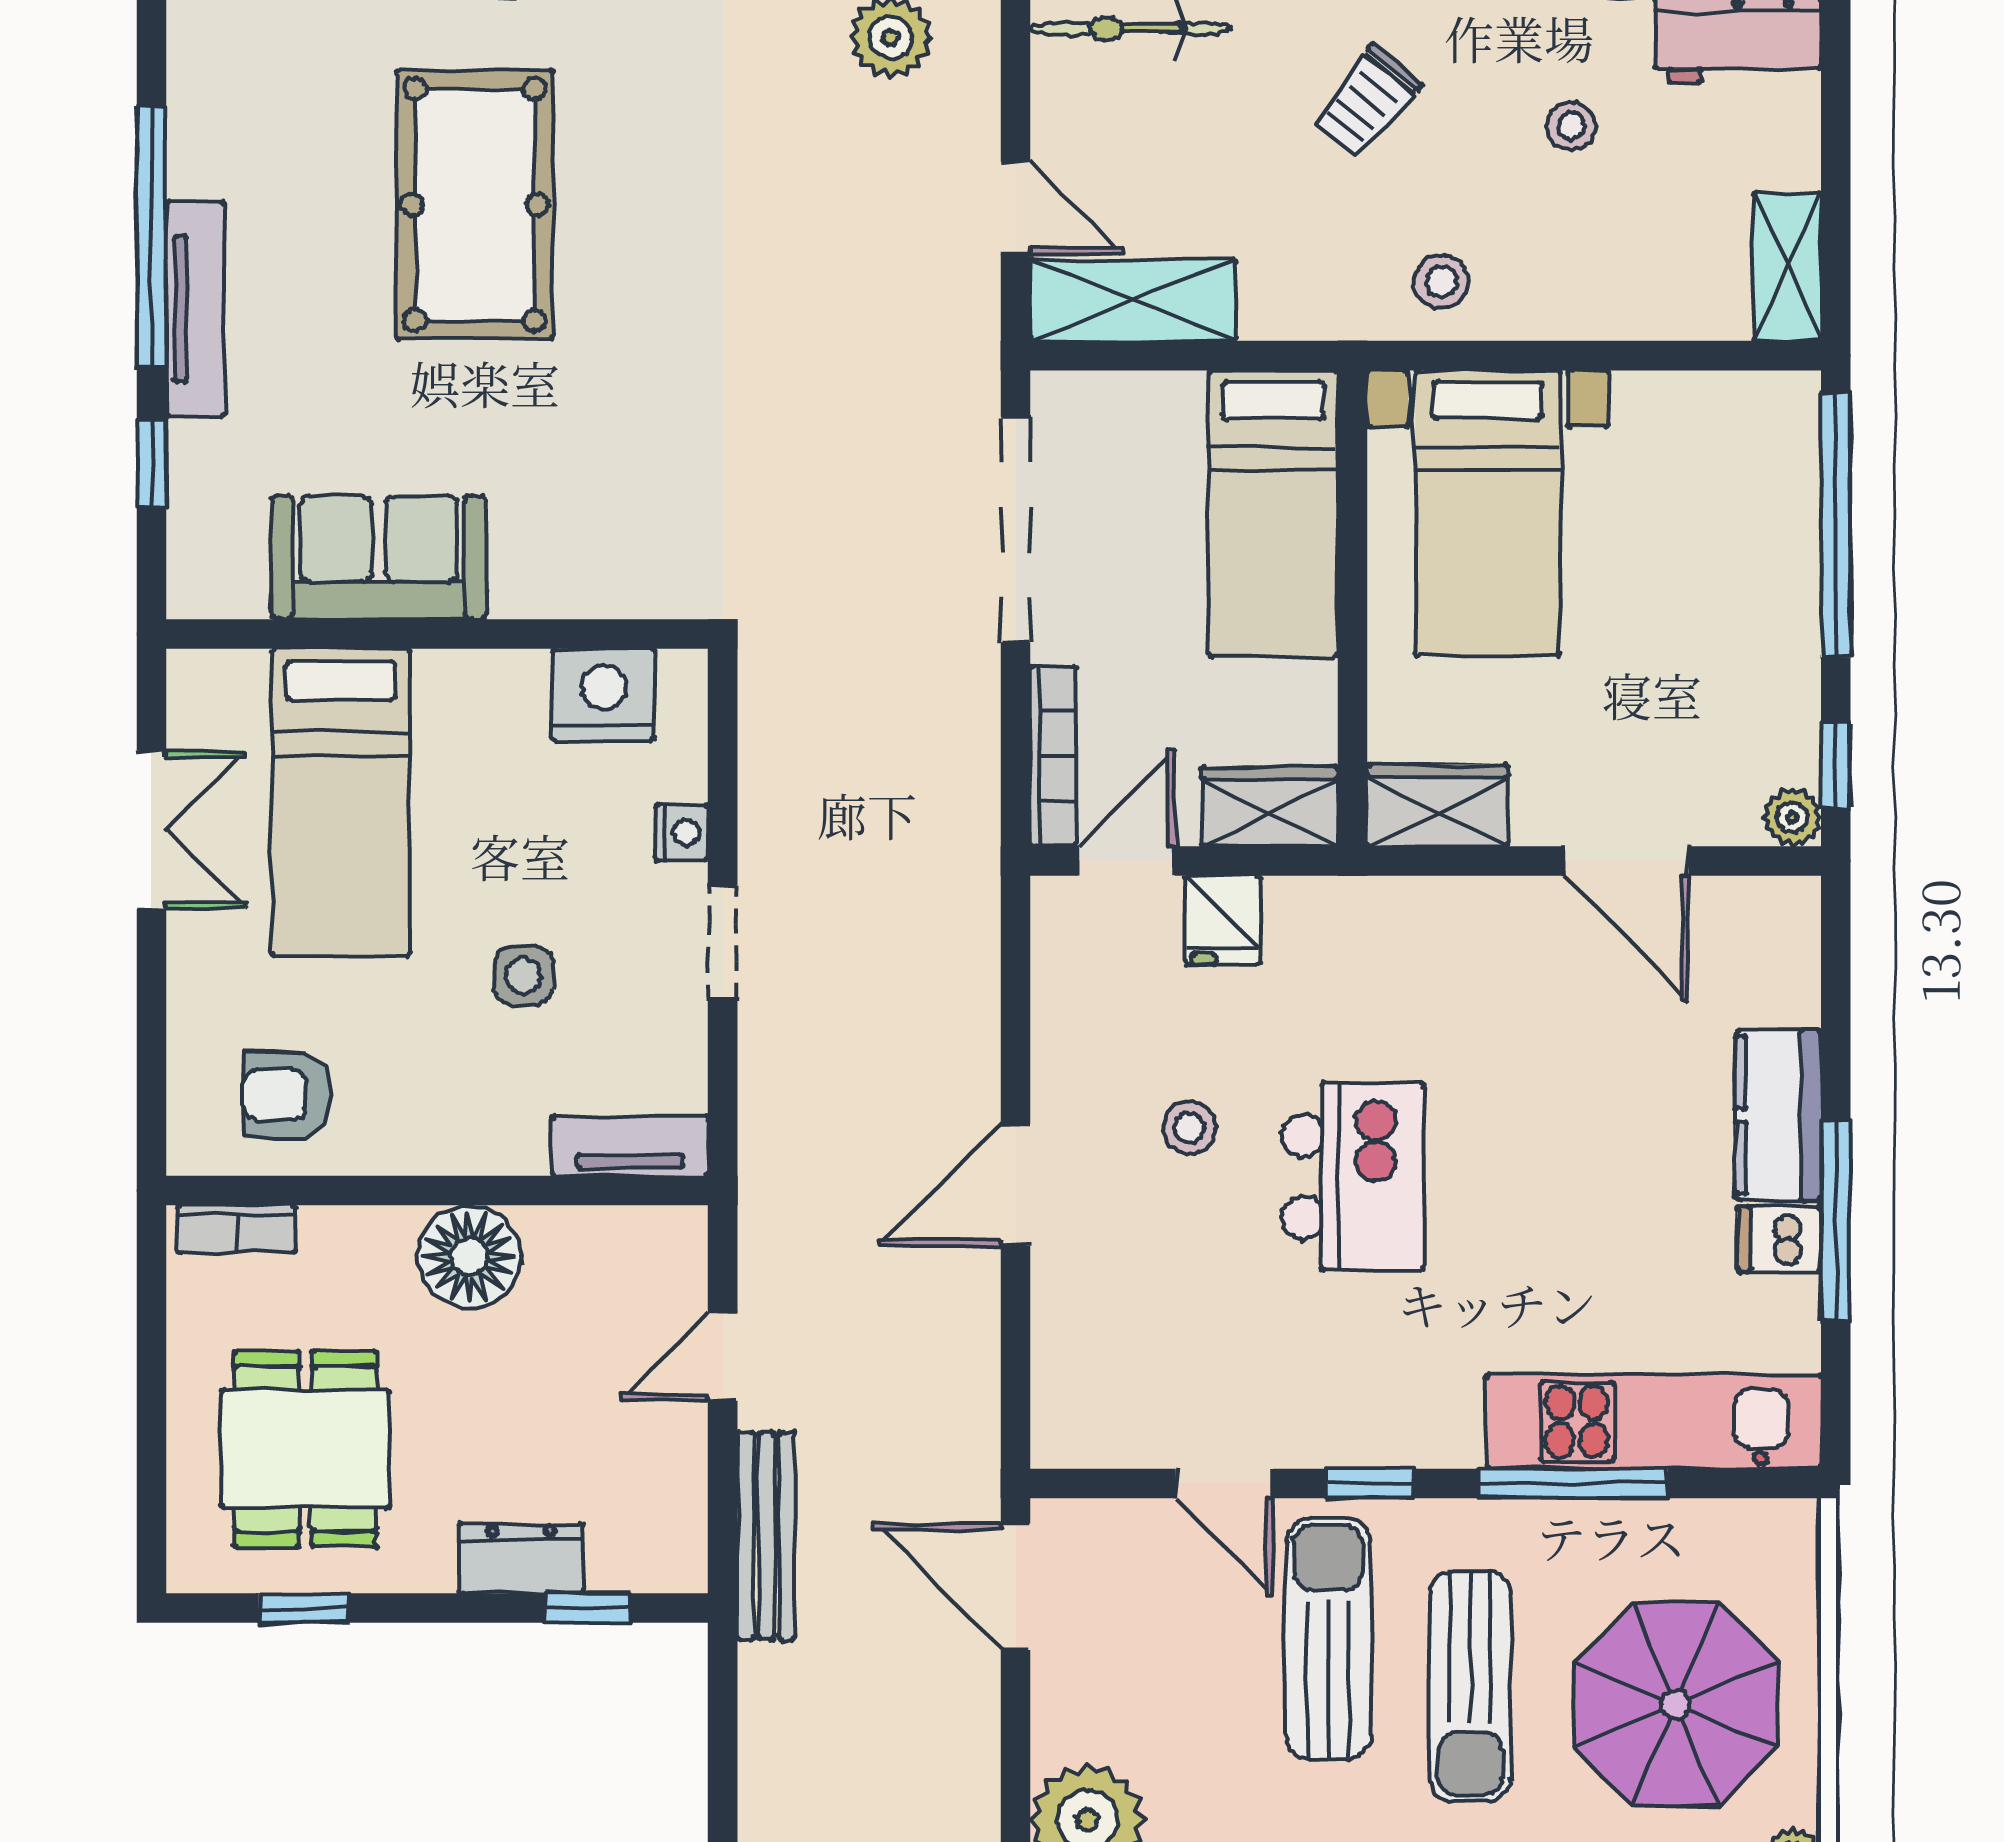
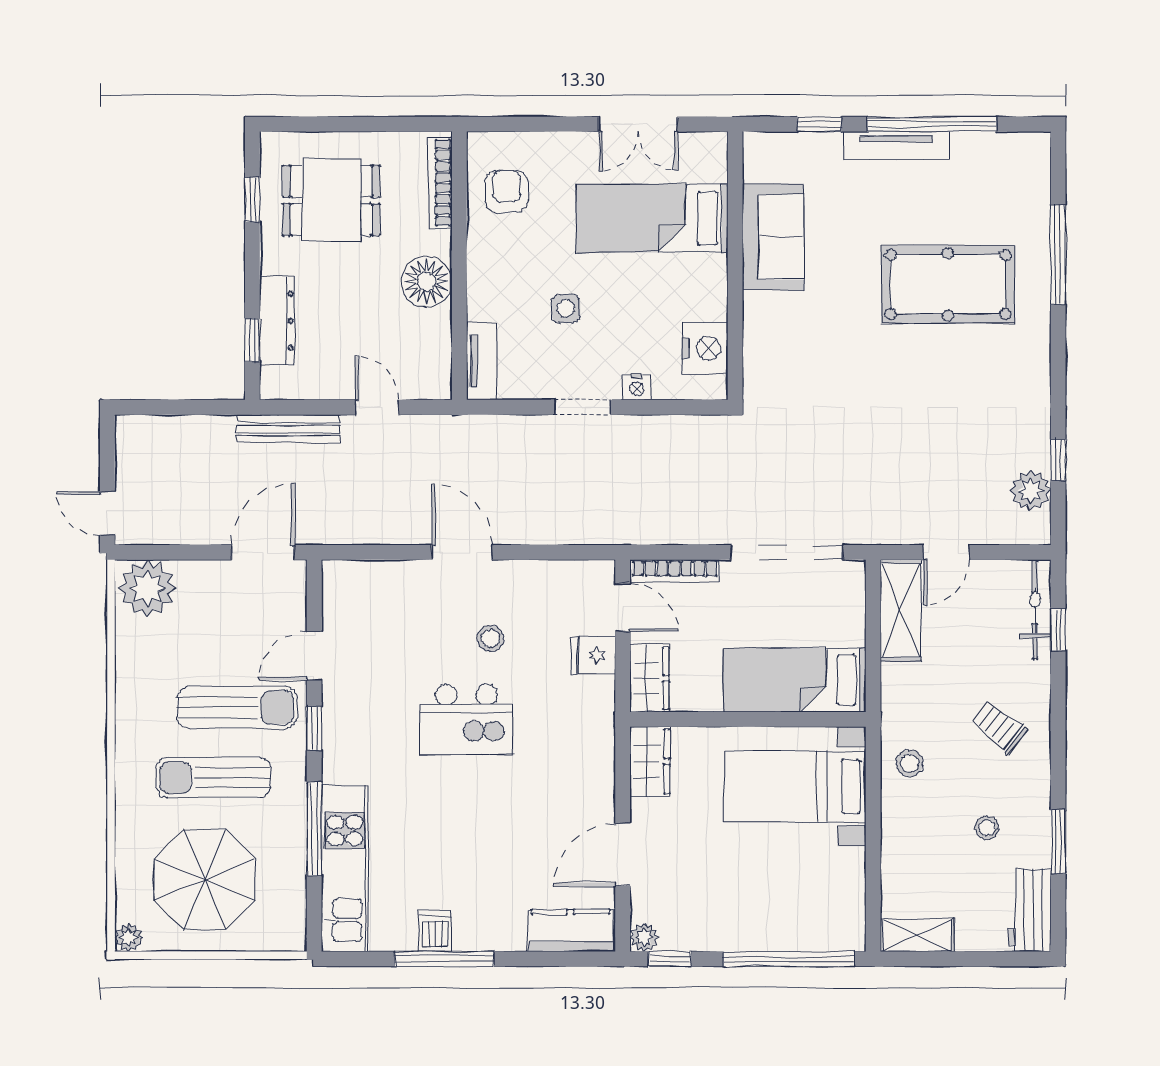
kitchen counter: (1778, 1115) -> (571, 930), moved
bookcase: (236, 1229) -> (440, 183), width x1.56
dresser: (521, 1558) -> (277, 321), width x1.44

